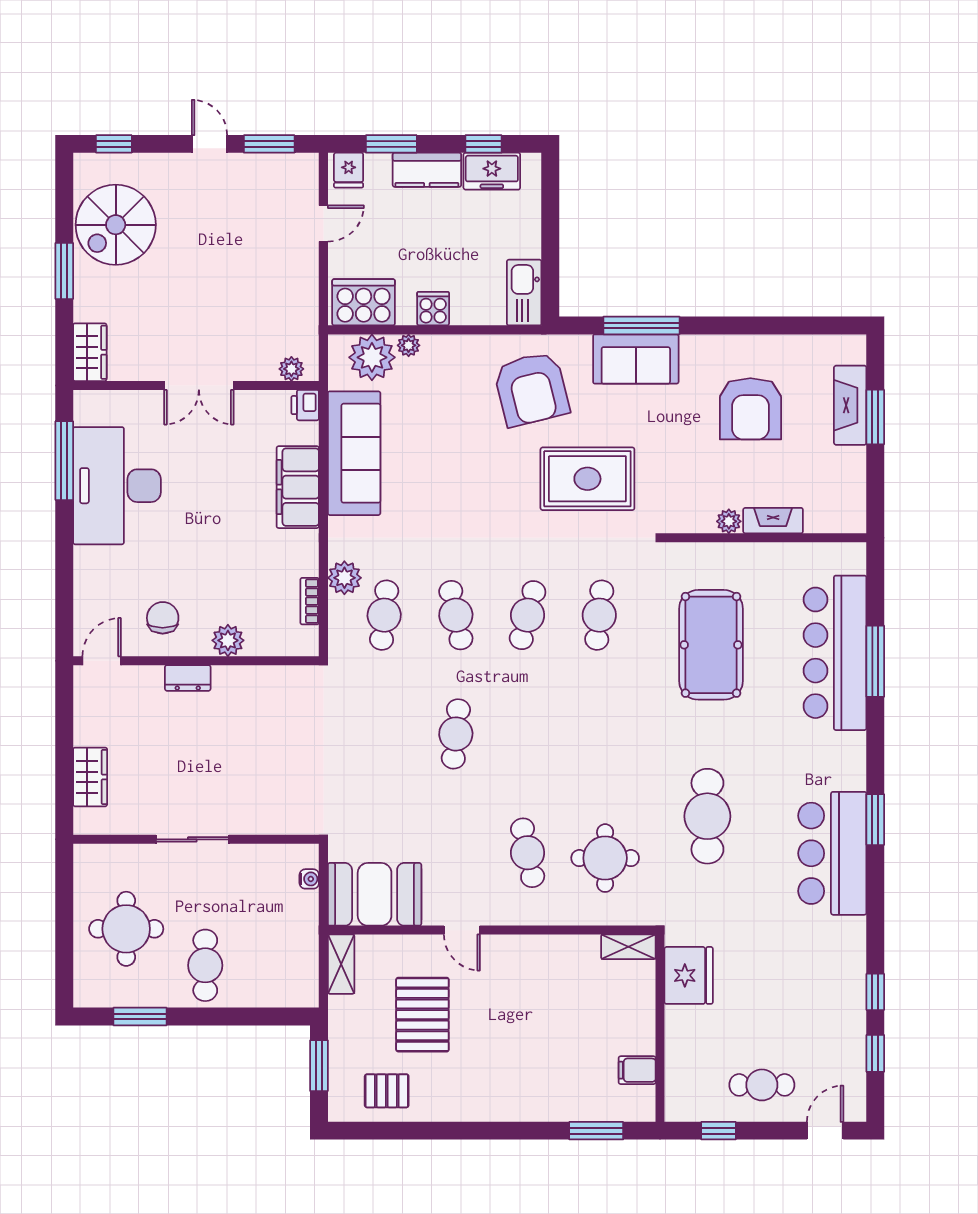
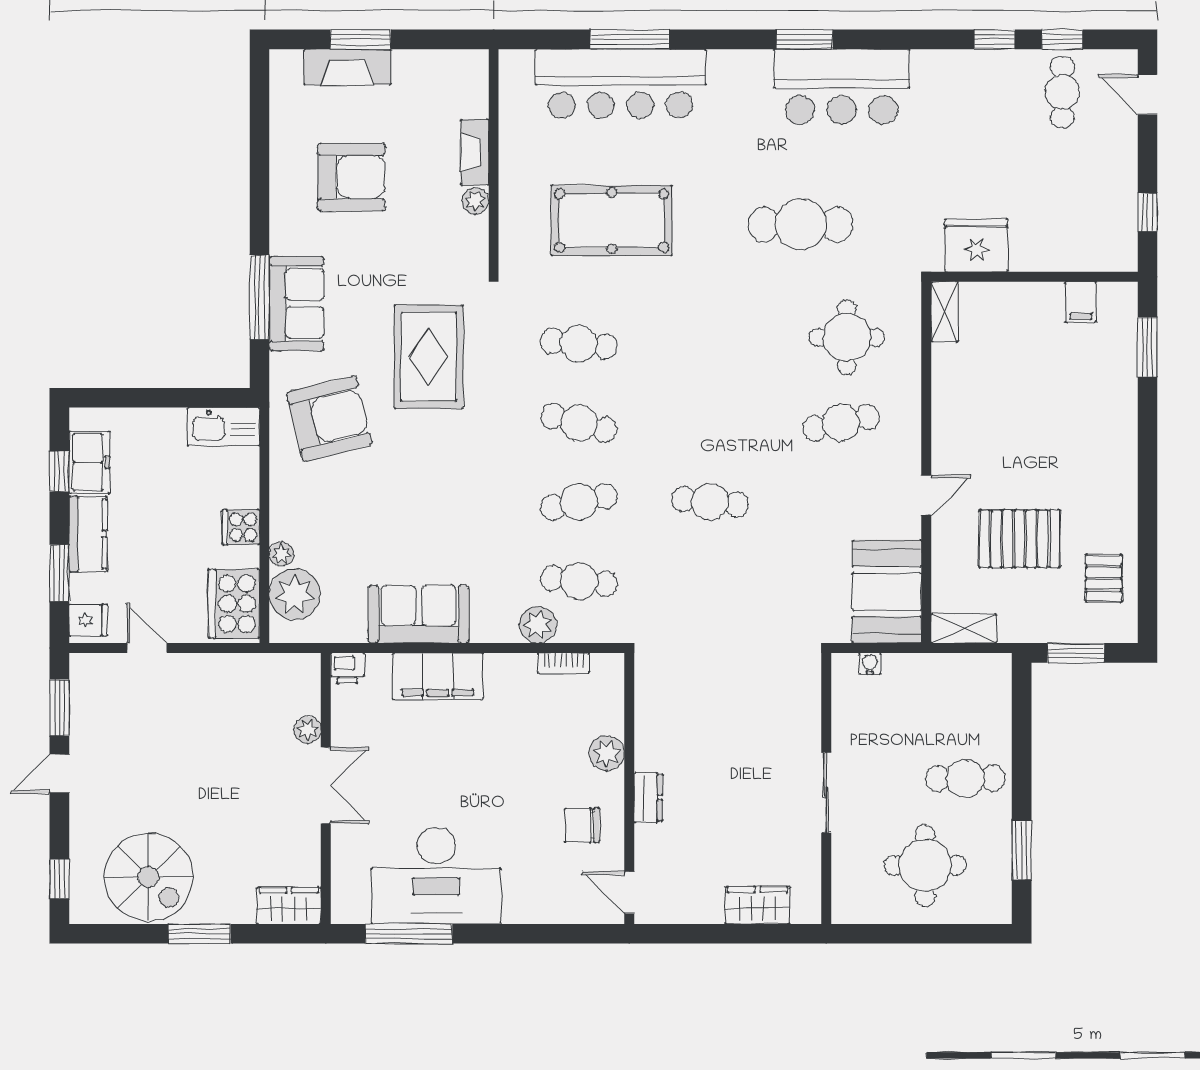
plant: (291, 369) -> (307, 730), moved
sofa: (354, 453) -> (418, 614), width x0.73
cafe table: (762, 1085) -> (1062, 92), moved

